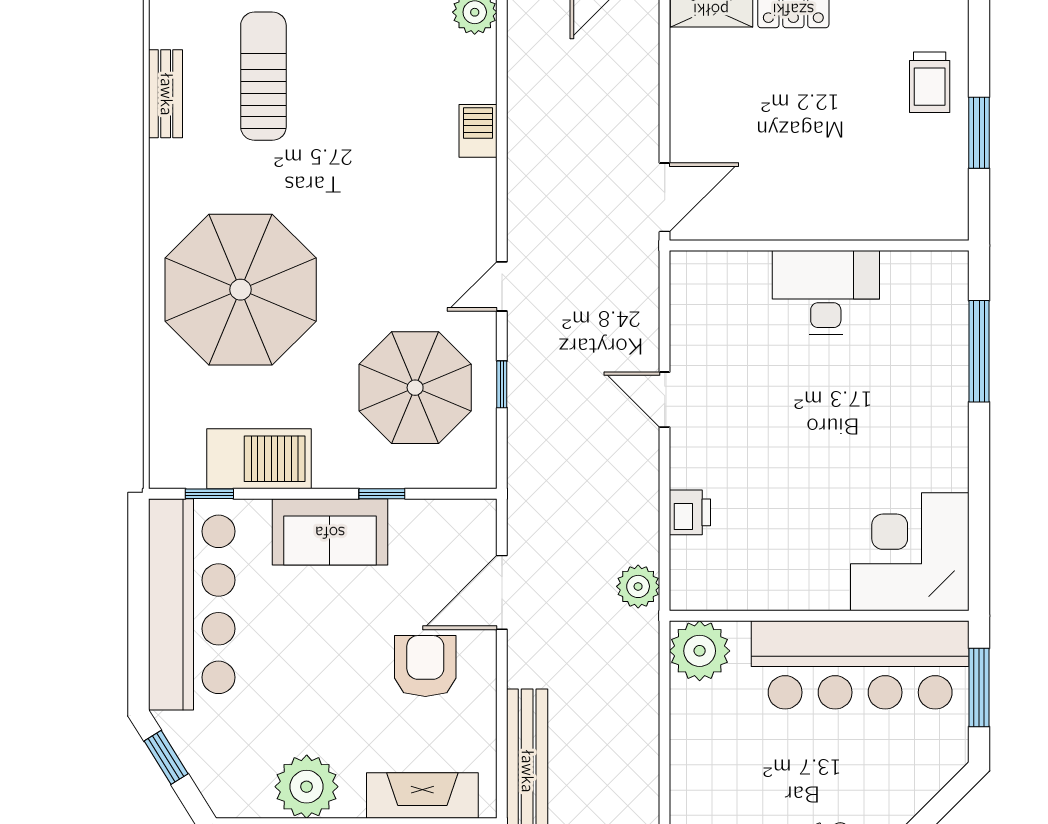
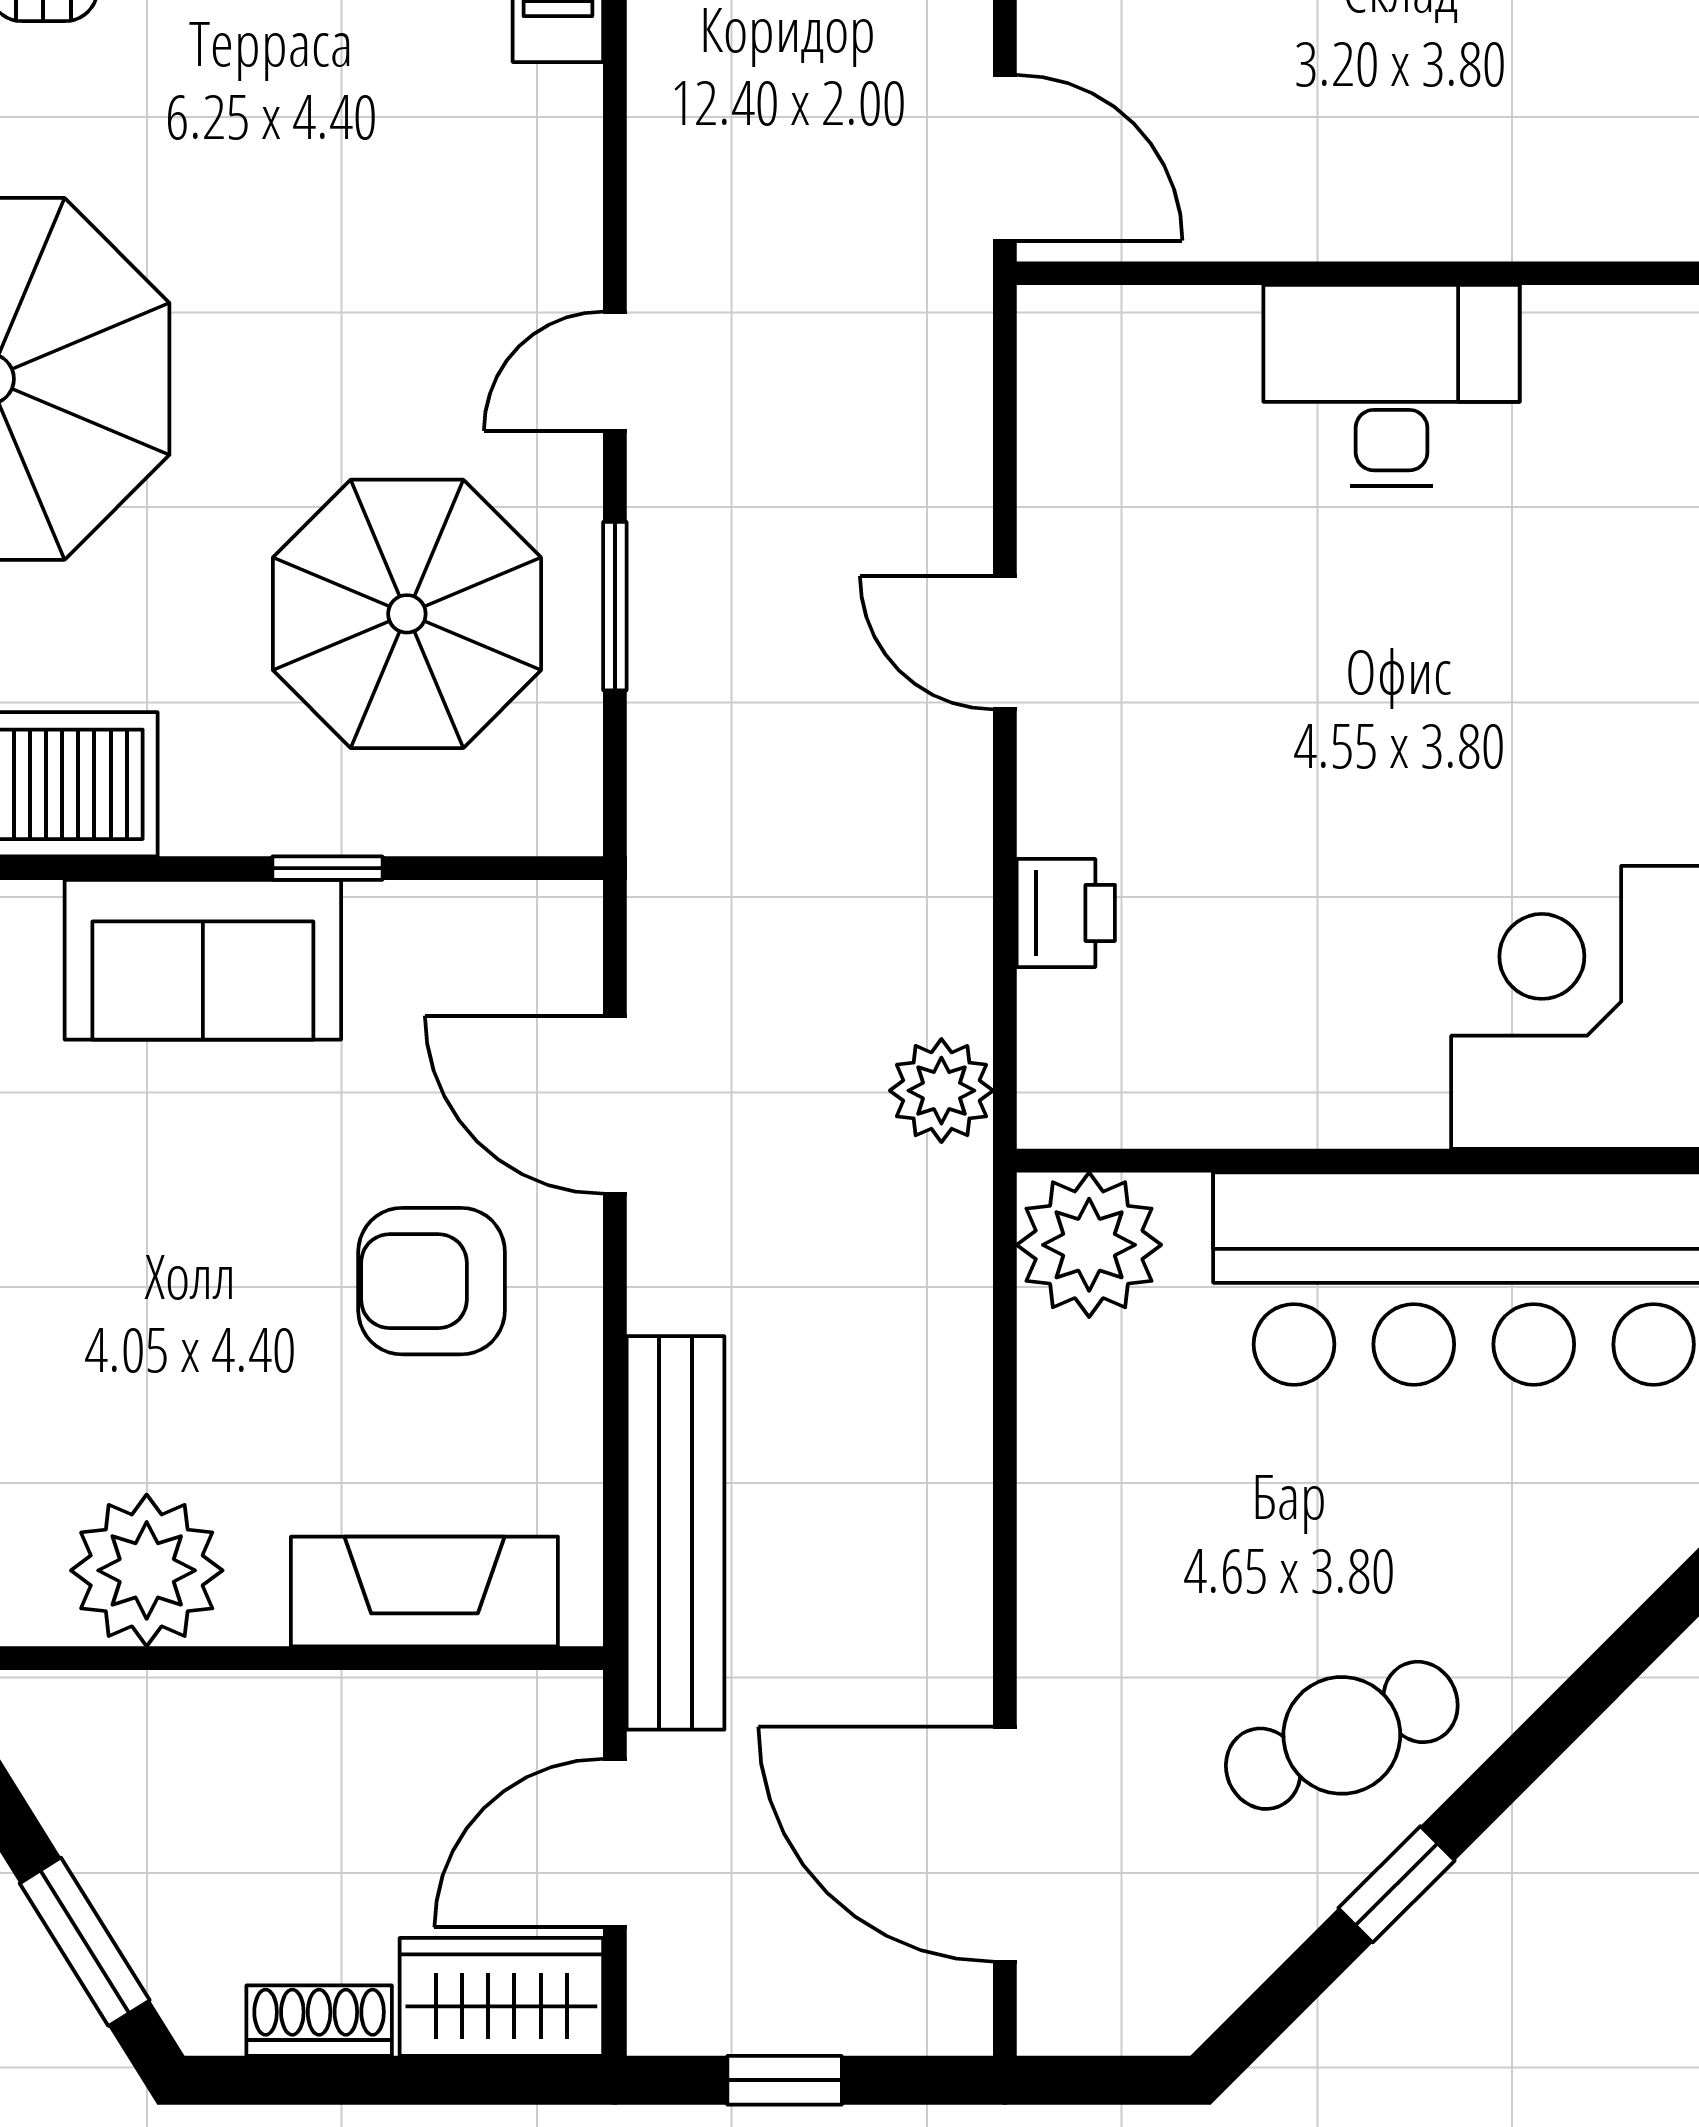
door: (665, 197) -> (1005, 158), hinge flipped
window: (502, 384) -> (615, 606), width x1.50
door: (502, 592) -> (615, 1105), hinge flipped
armchair: (425, 666) -> (432, 1281), turned -90

